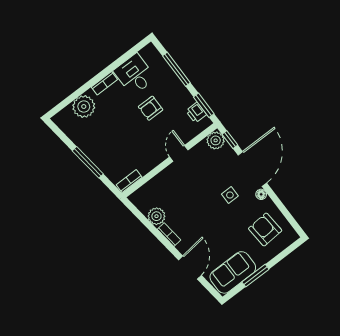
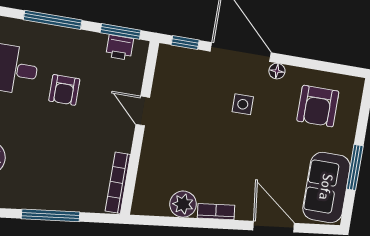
plant: (216, 140) -> (170, 58), removed
bookcase: (129, 181) -> (118, 183), width x1.56
armchair: (265, 229) -> (318, 106), turned -86

